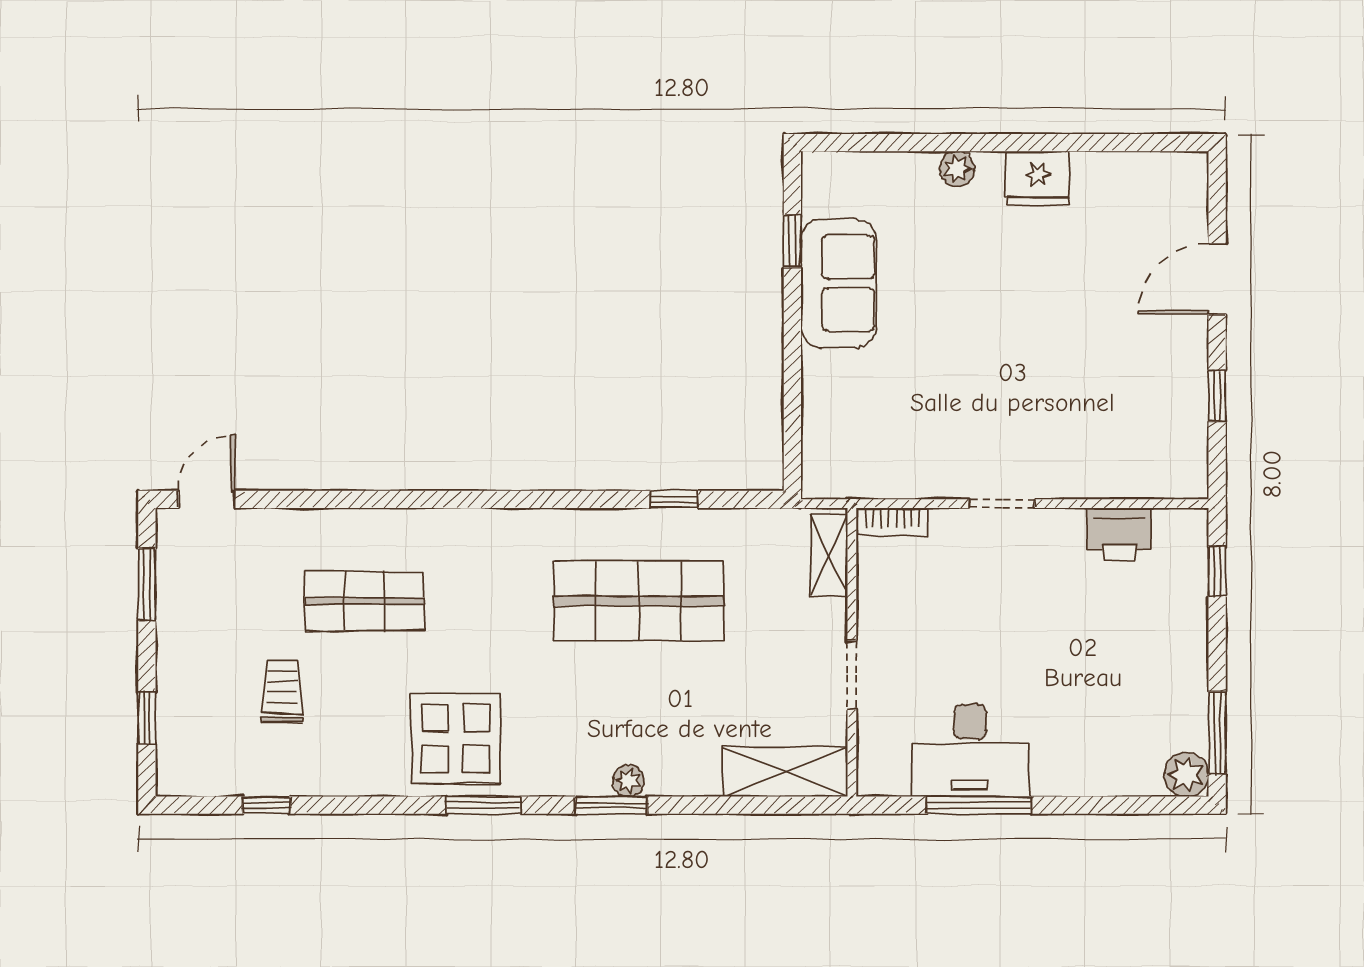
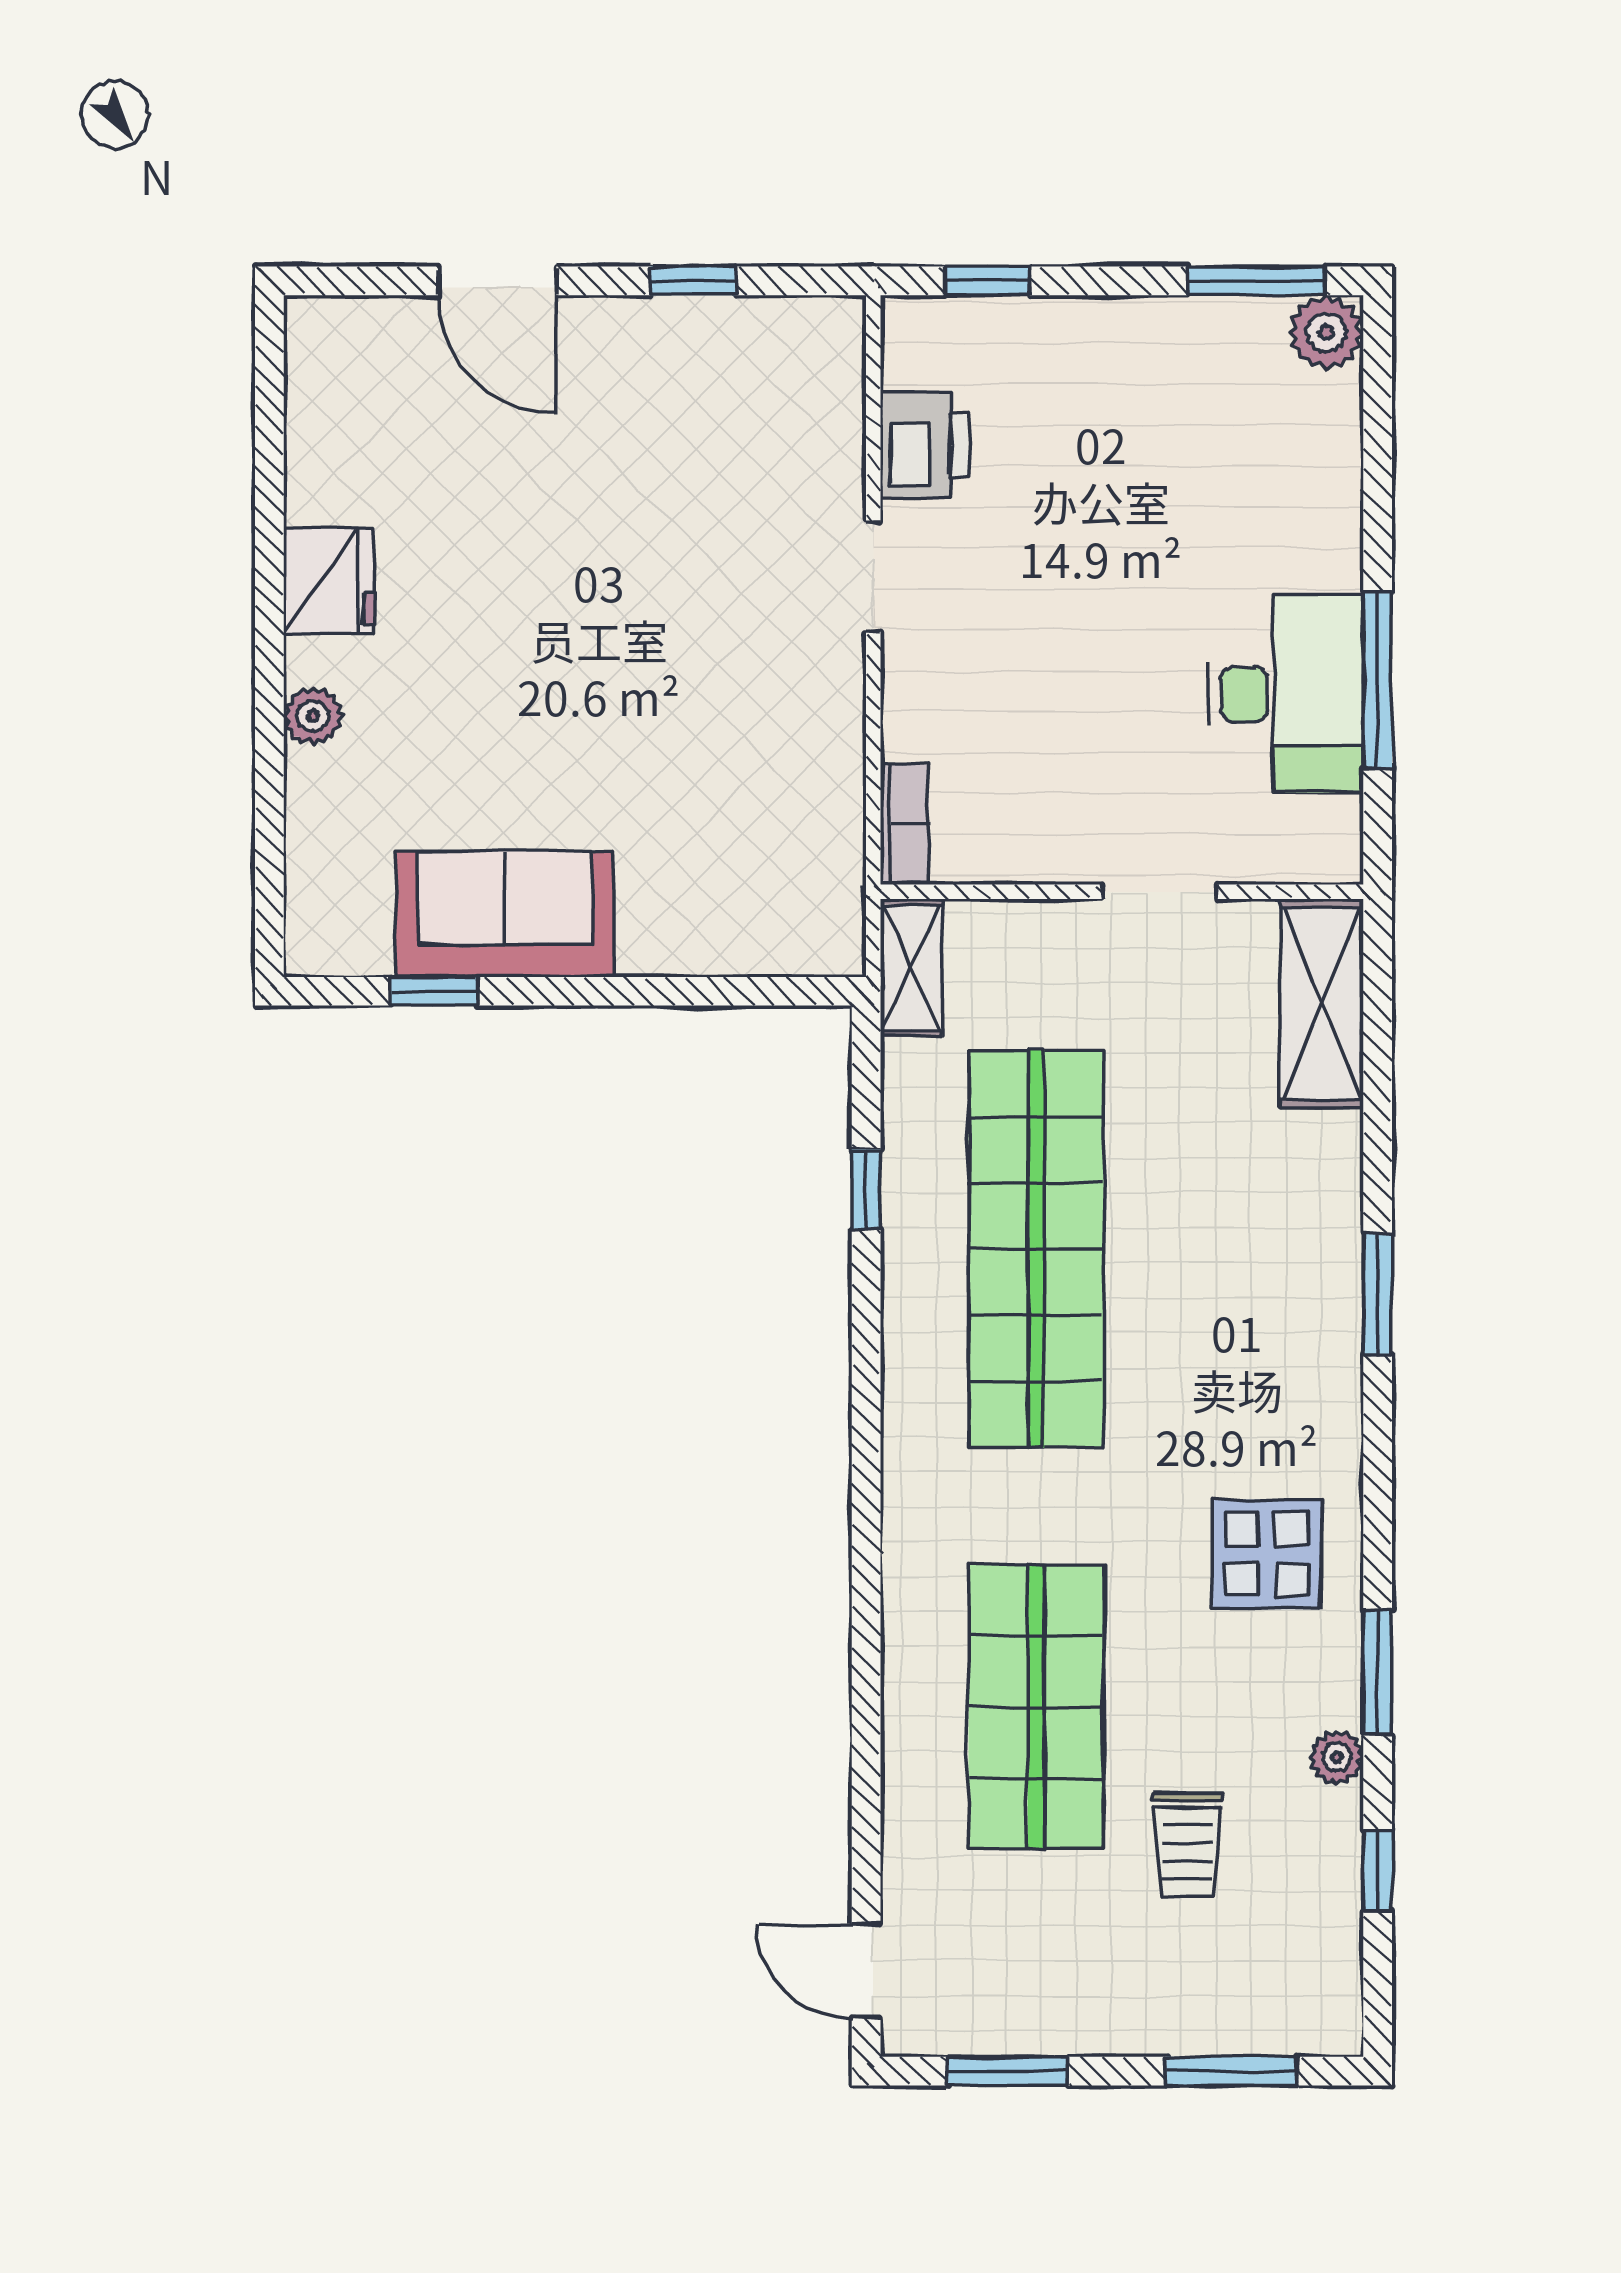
doorway: (1002, 504) -> (873, 577), moved
shelving: (829, 556) -> (911, 968), moved, turned 90
shop shelf: (364, 601) -> (1036, 1707), width x1.43, depth x1.36
shop shelf: (639, 601) -> (1036, 1249), width x1.40
trolley: (282, 691) -> (1187, 1845), turned -90
window: (147, 718) -> (1232, 2071), width x1.50
display table: (456, 739) -> (1267, 1554), width x0.73, depth x0.73
plant: (629, 781) -> (1337, 1757), moved
window: (483, 805) -> (1378, 1672), moved

